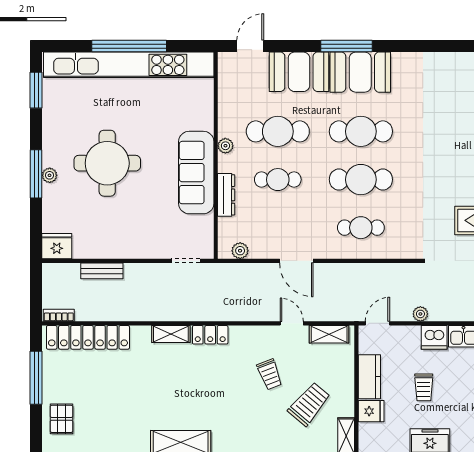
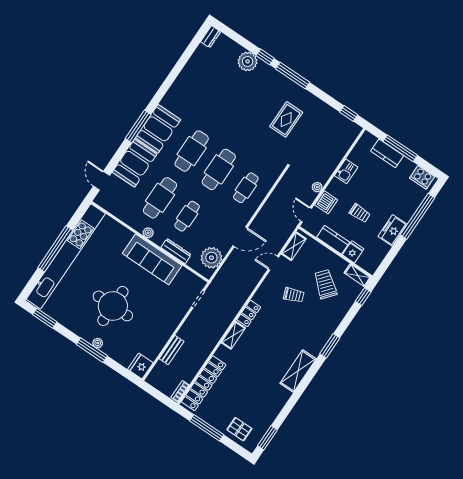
plant: (240, 251) -> (211, 258), width x1.88, depth x1.88
dishwasher: (434, 337) -> (326, 202), moved

